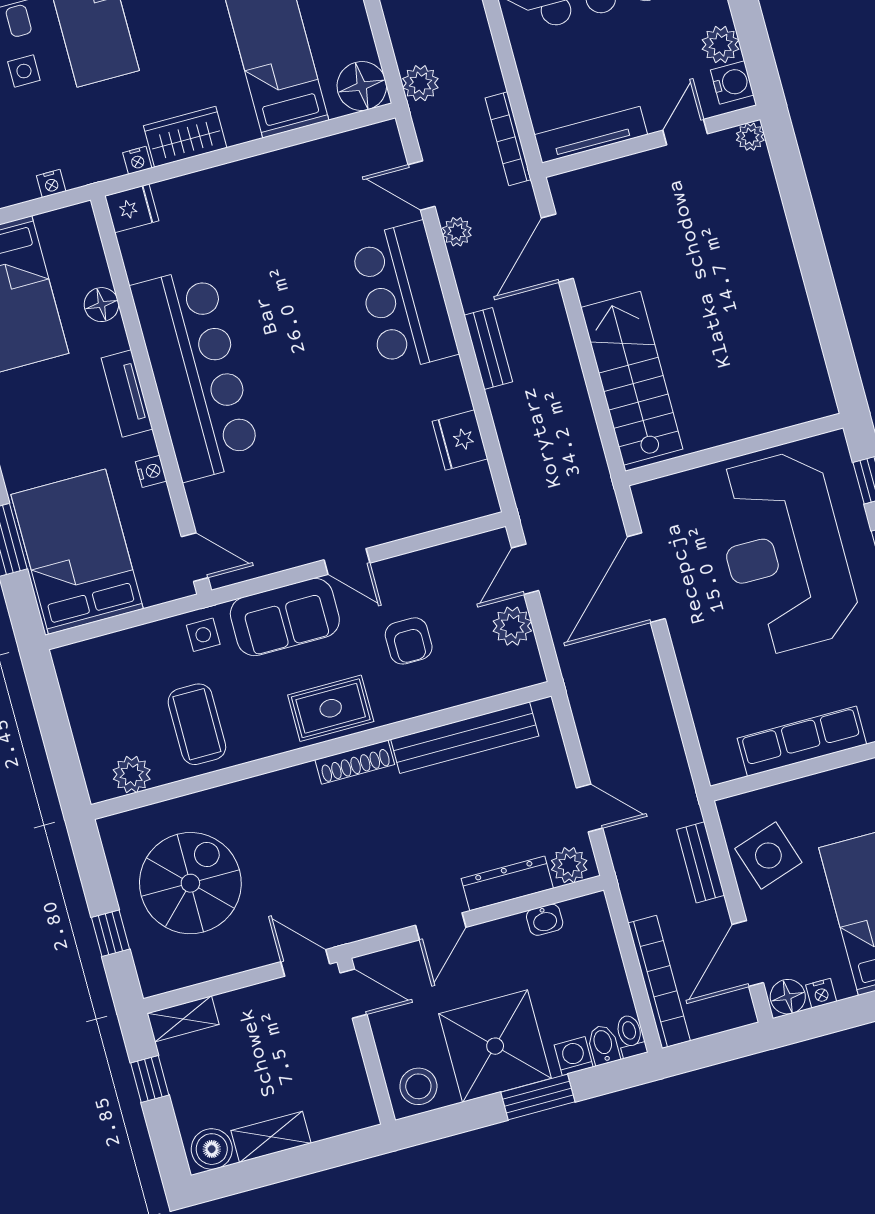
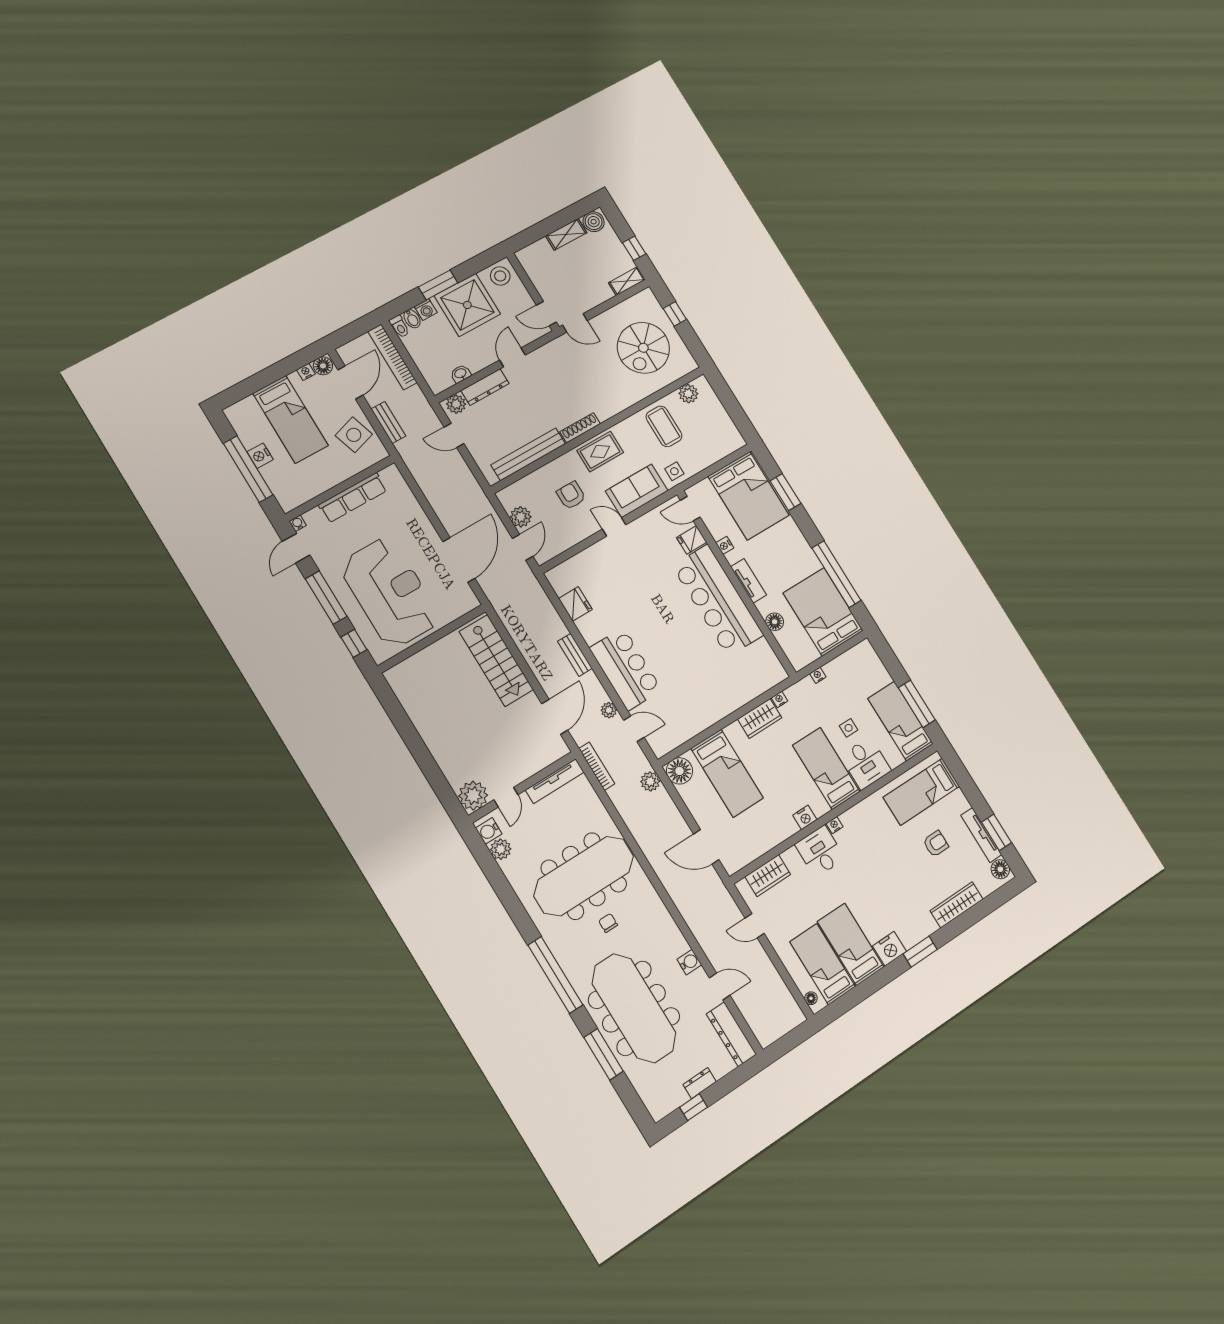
plant: (750, 137) -> (473, 796), width x1.88, depth x1.88
fridge: (132, 208) -> (692, 540), moved

